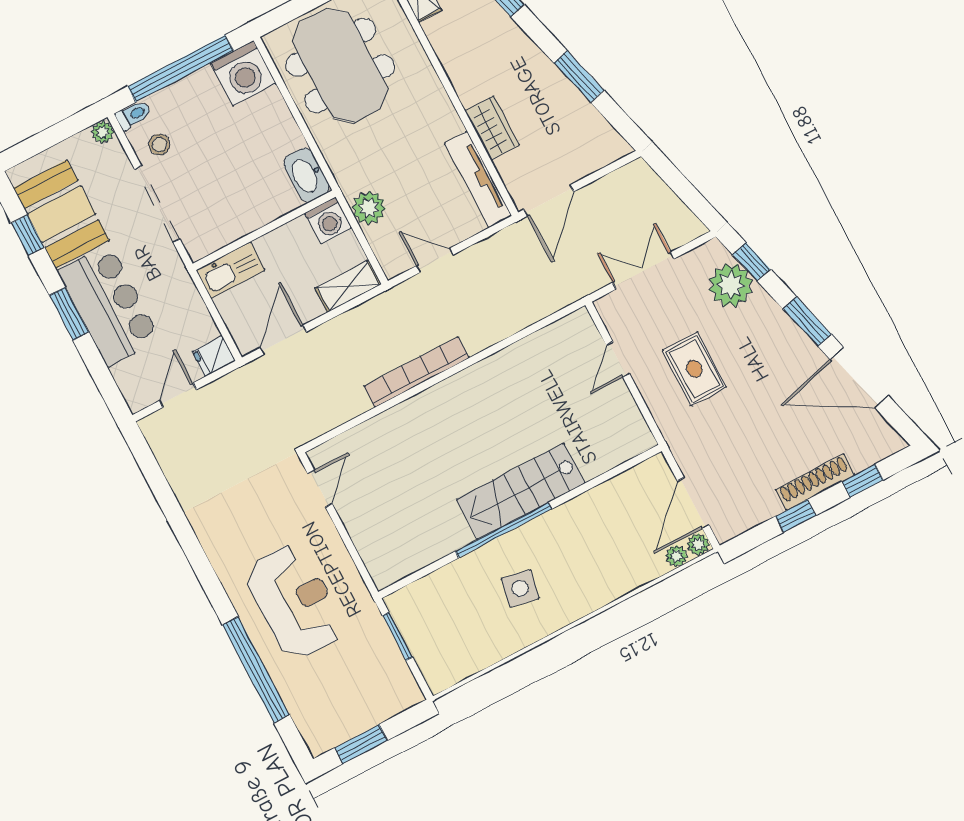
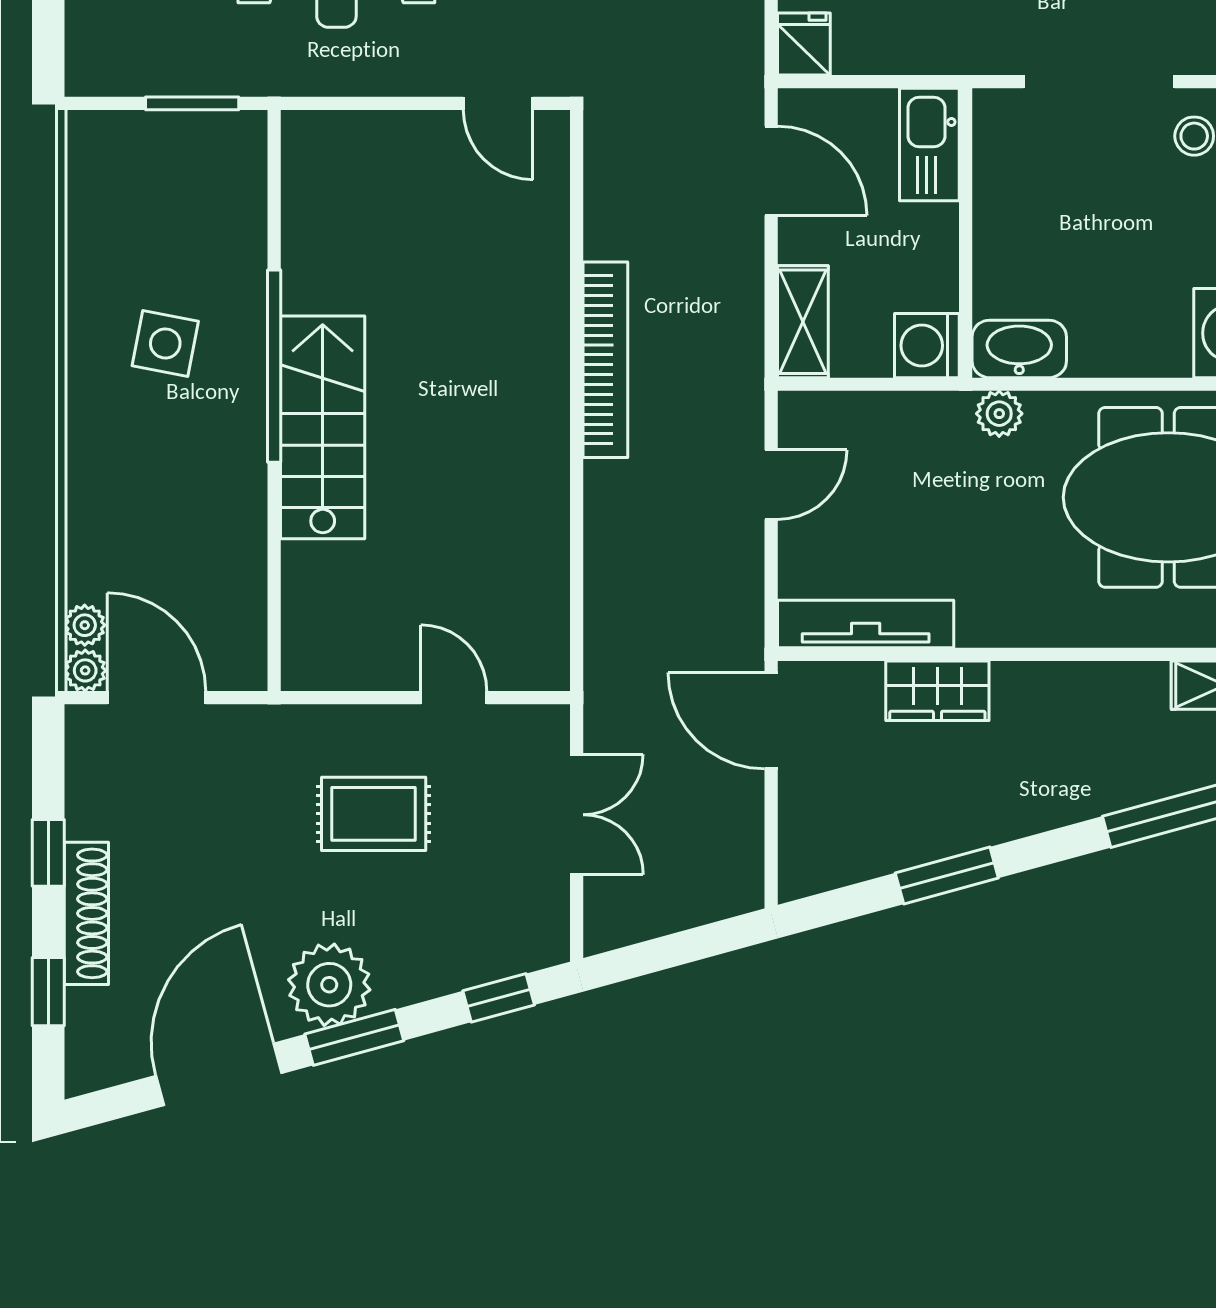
plant: (369, 208) -> (999, 414), moved, width x0.73, depth x0.73
plant: (731, 285) -> (329, 985), moved

